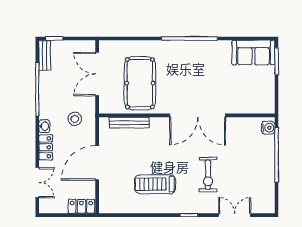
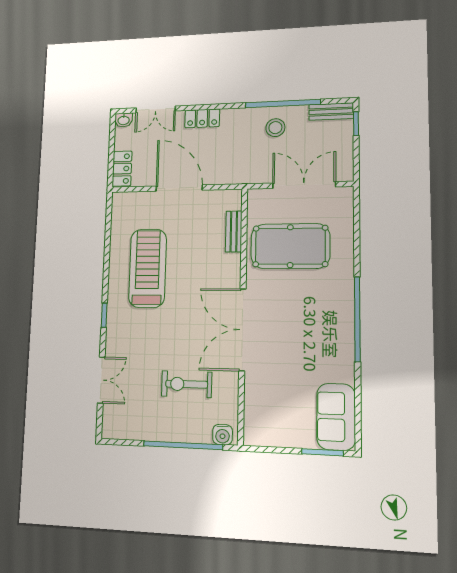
stool: (75, 119) -> (275, 128), moved
bench: (129, 123) -> (234, 231), width x0.73
washbasin: (44, 126) -> (124, 120), moved
exercise bike: (208, 175) -> (187, 384), moved
treadmill: (155, 184) -> (148, 268), width x1.37, depth x1.38

